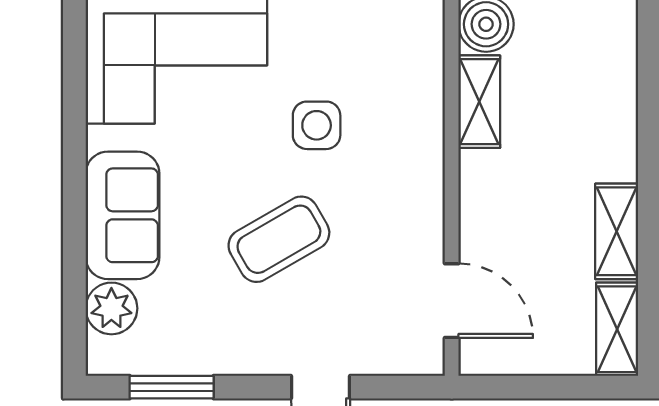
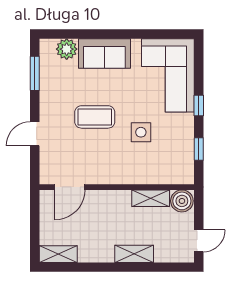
shelving: (617, 231) -> (134, 254), moved
coffee table: (279, 239) -> (95, 117), turned -60

